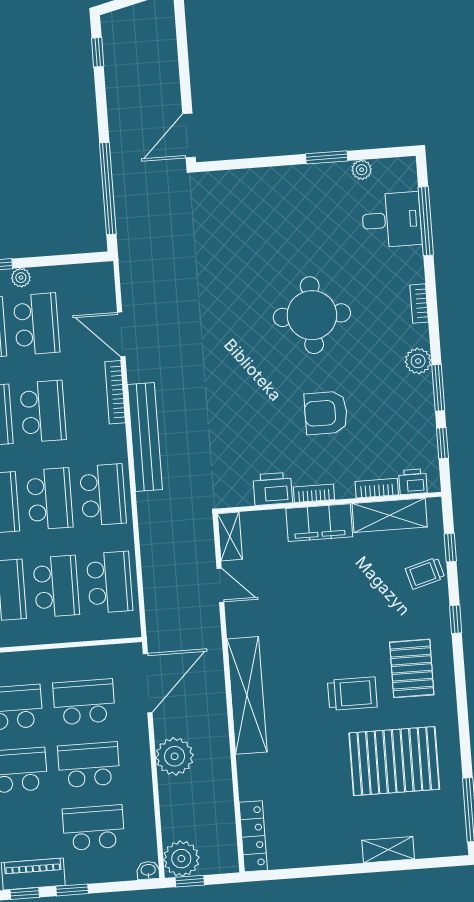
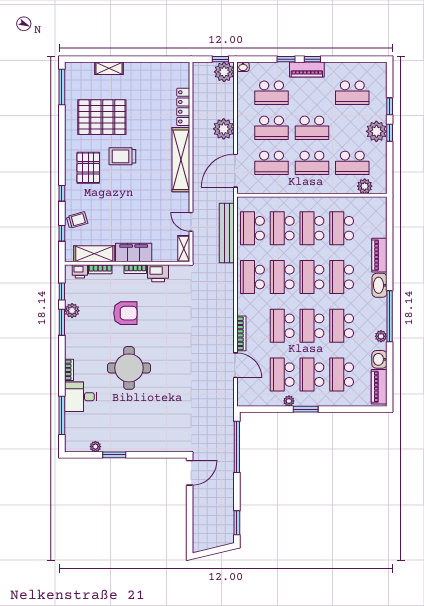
window: (98, 52) -> (237, 523), width x1.50
desk: (392, 220) -> (81, 397), moved
plant: (418, 361) -> (72, 311), moved
bench: (145, 437) -> (227, 233), moved
locker: (253, 836) -> (183, 107), moved

